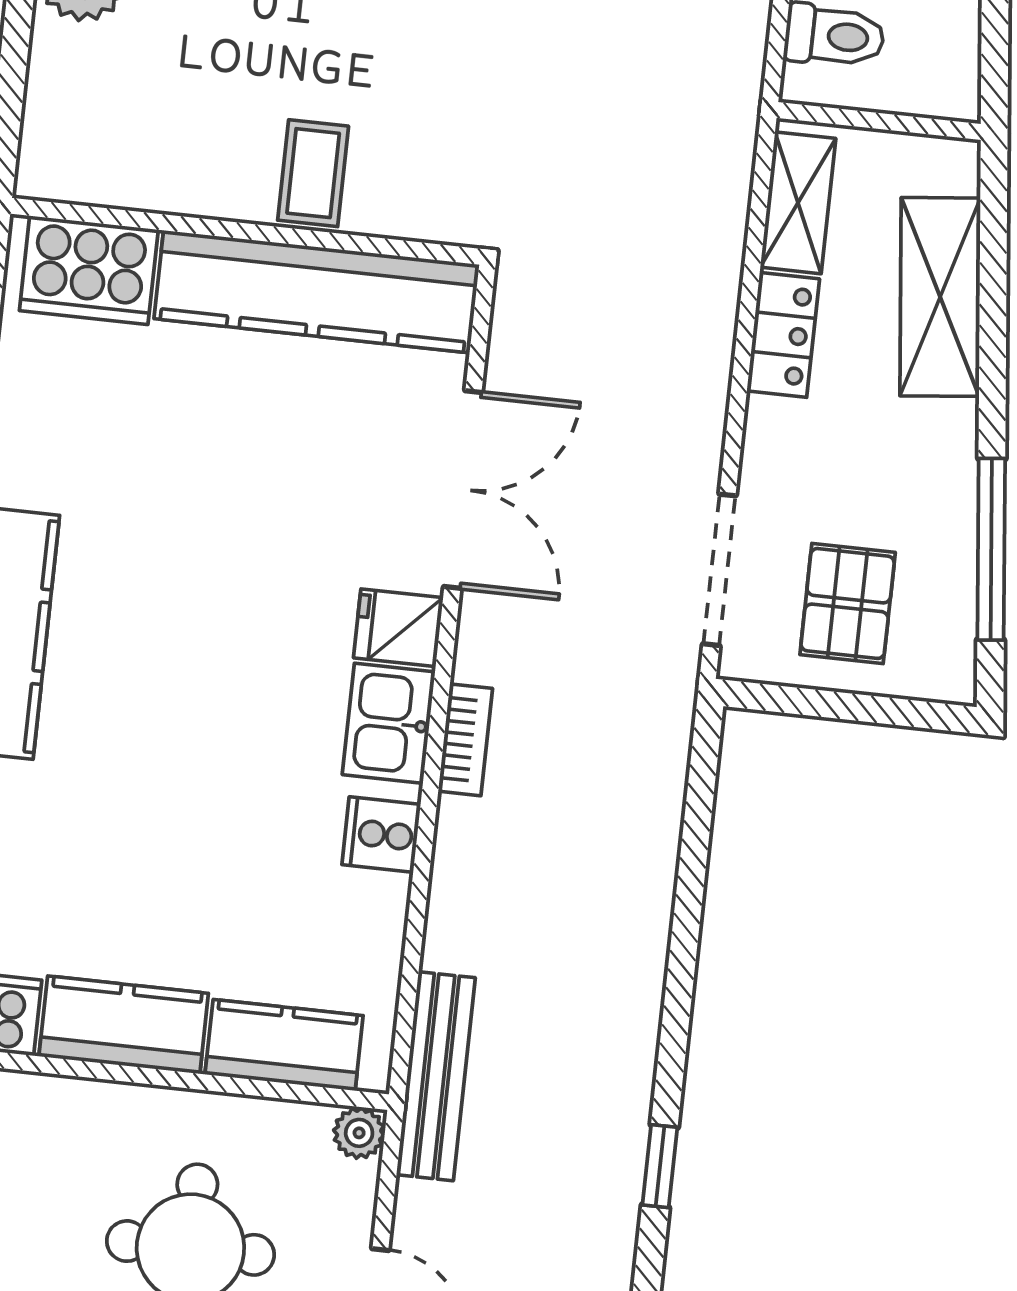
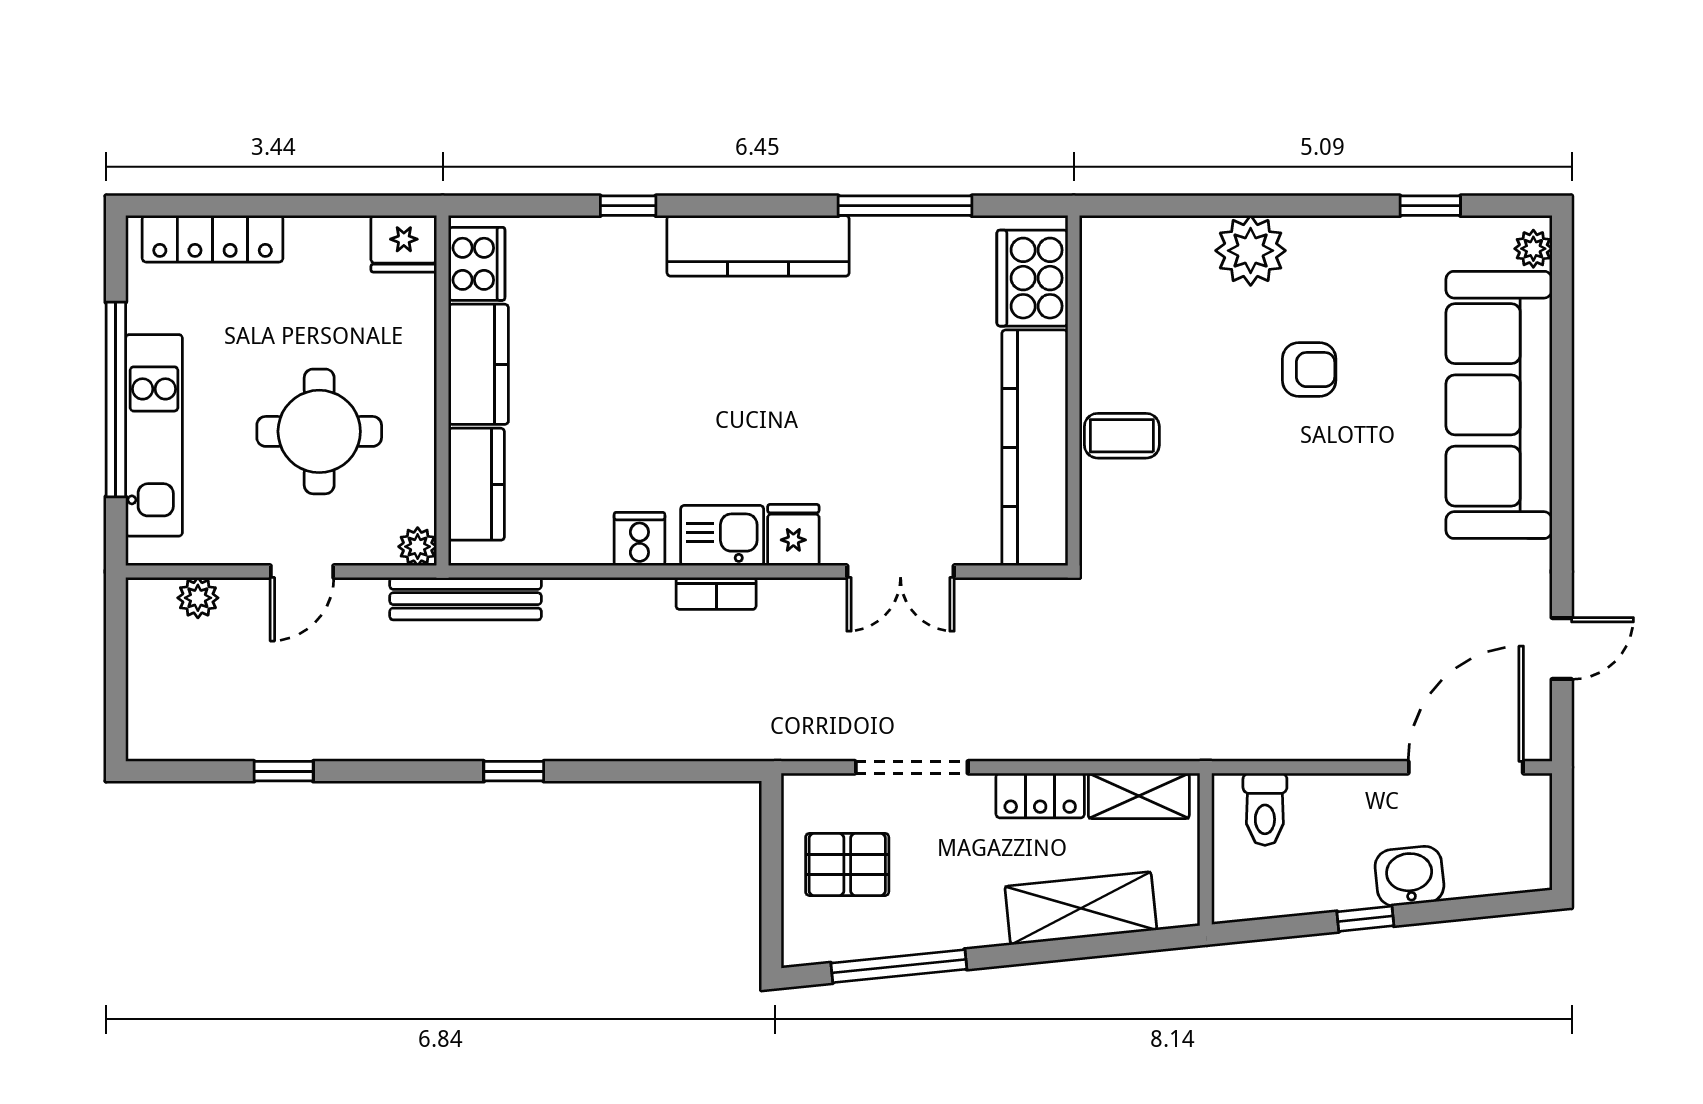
double door: (463, 489) -> (901, 572), width x0.73
doorway: (719, 570) -> (912, 767), moved
window: (660, 1166) -> (514, 771), moved

